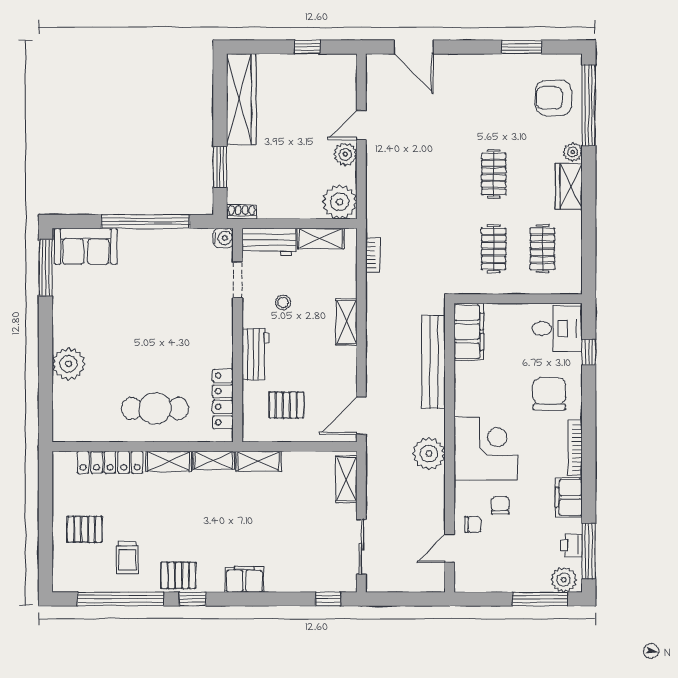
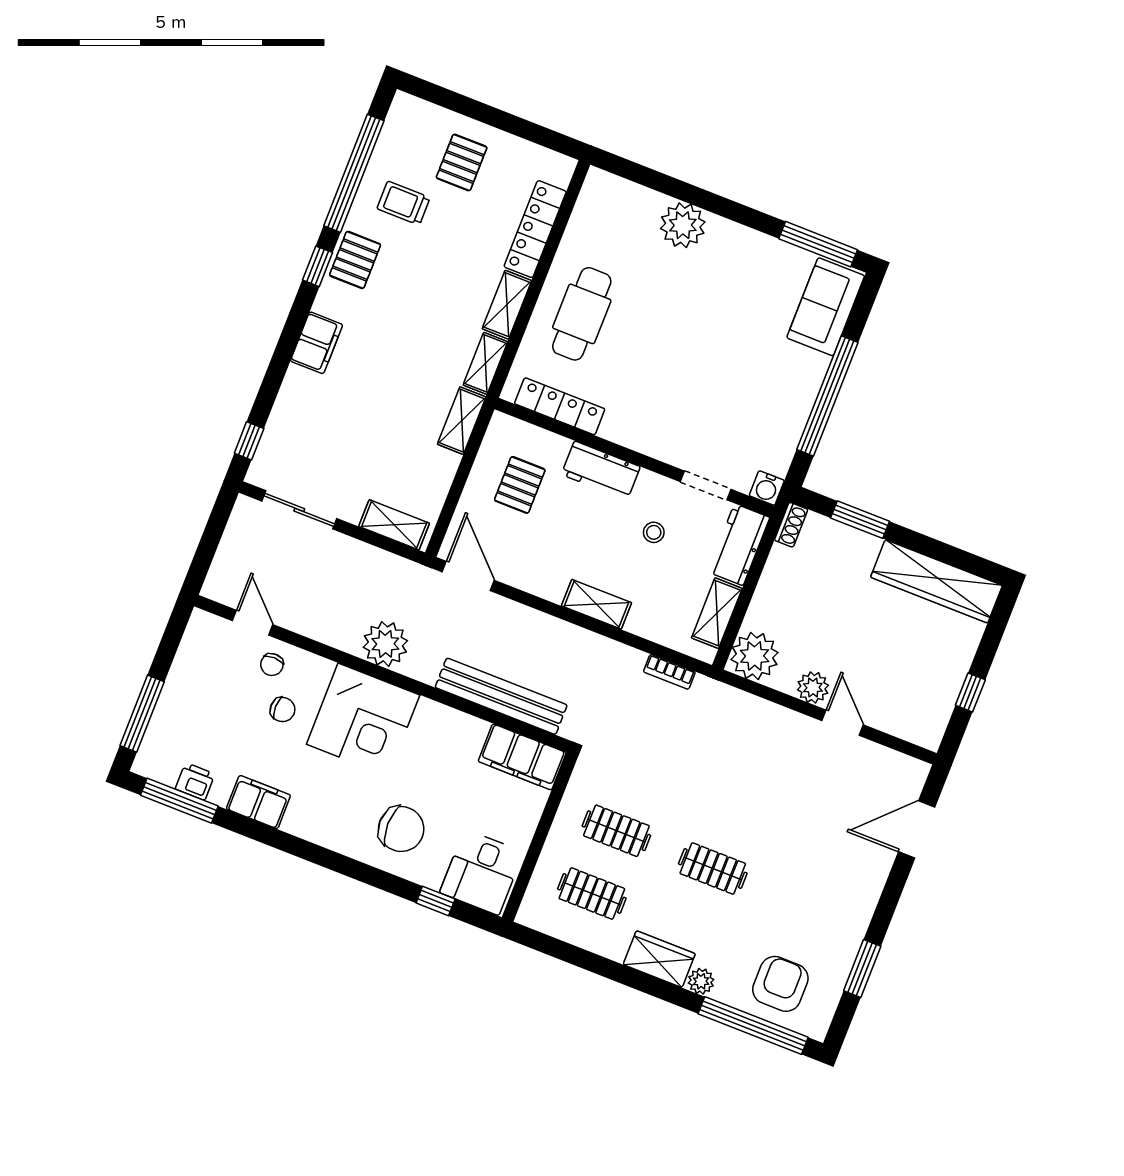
bookcase: (575, 448) -> (319, 835), removed
plant: (564, 580) -> (155, 754), removed

